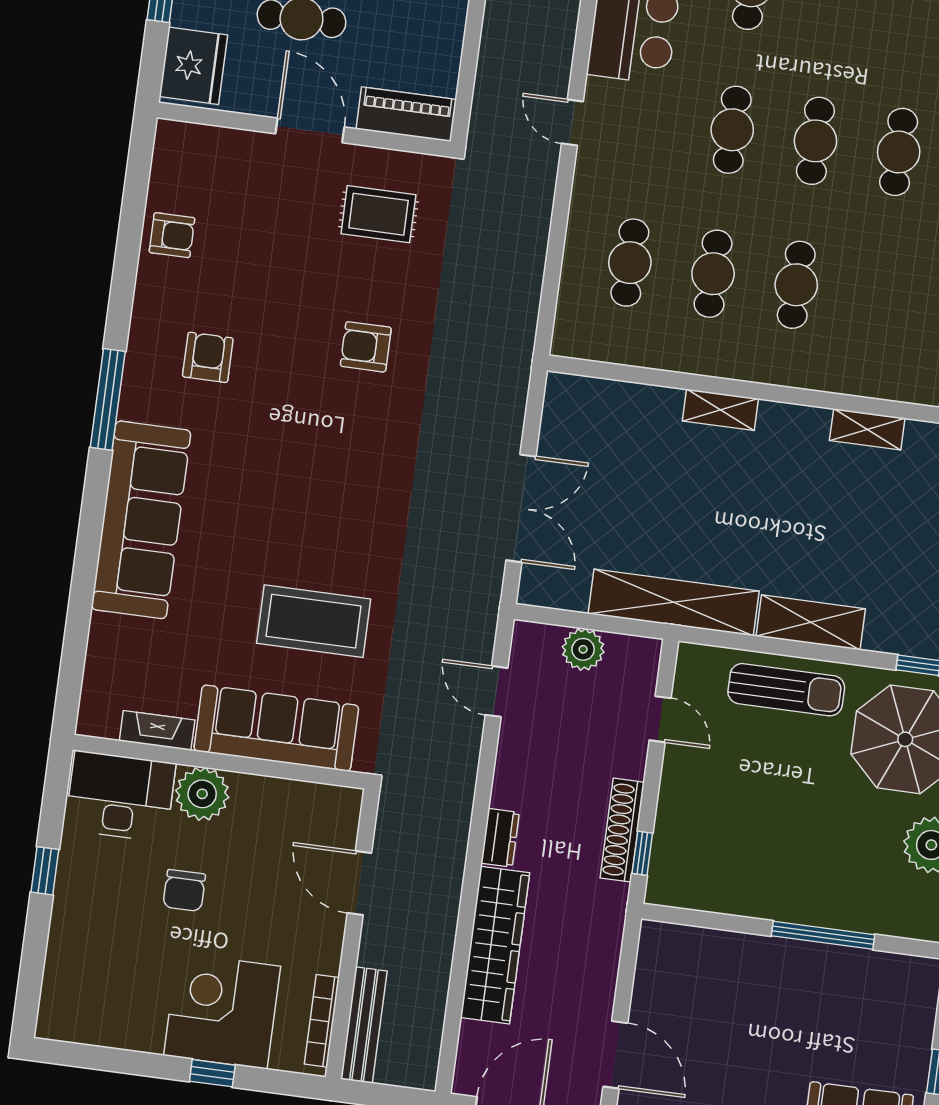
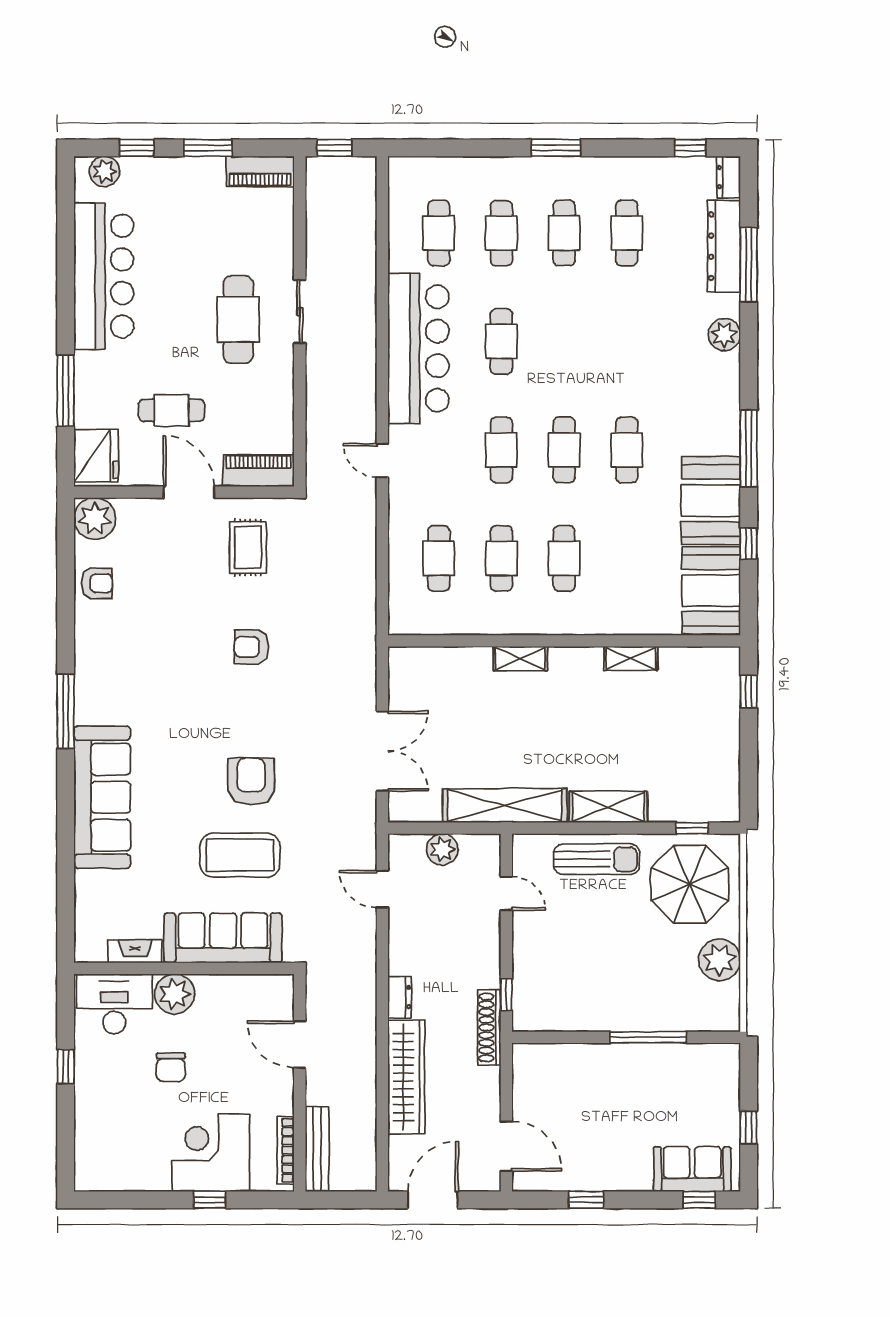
plant: (181, 149) -> (95, 519), added
rug: (378, 214) -> (248, 547), turned 90
armchair: (208, 357) -> (251, 781), moved, width x1.38, depth x1.38
shoe rack: (622, 830) -> (489, 1027), moved

